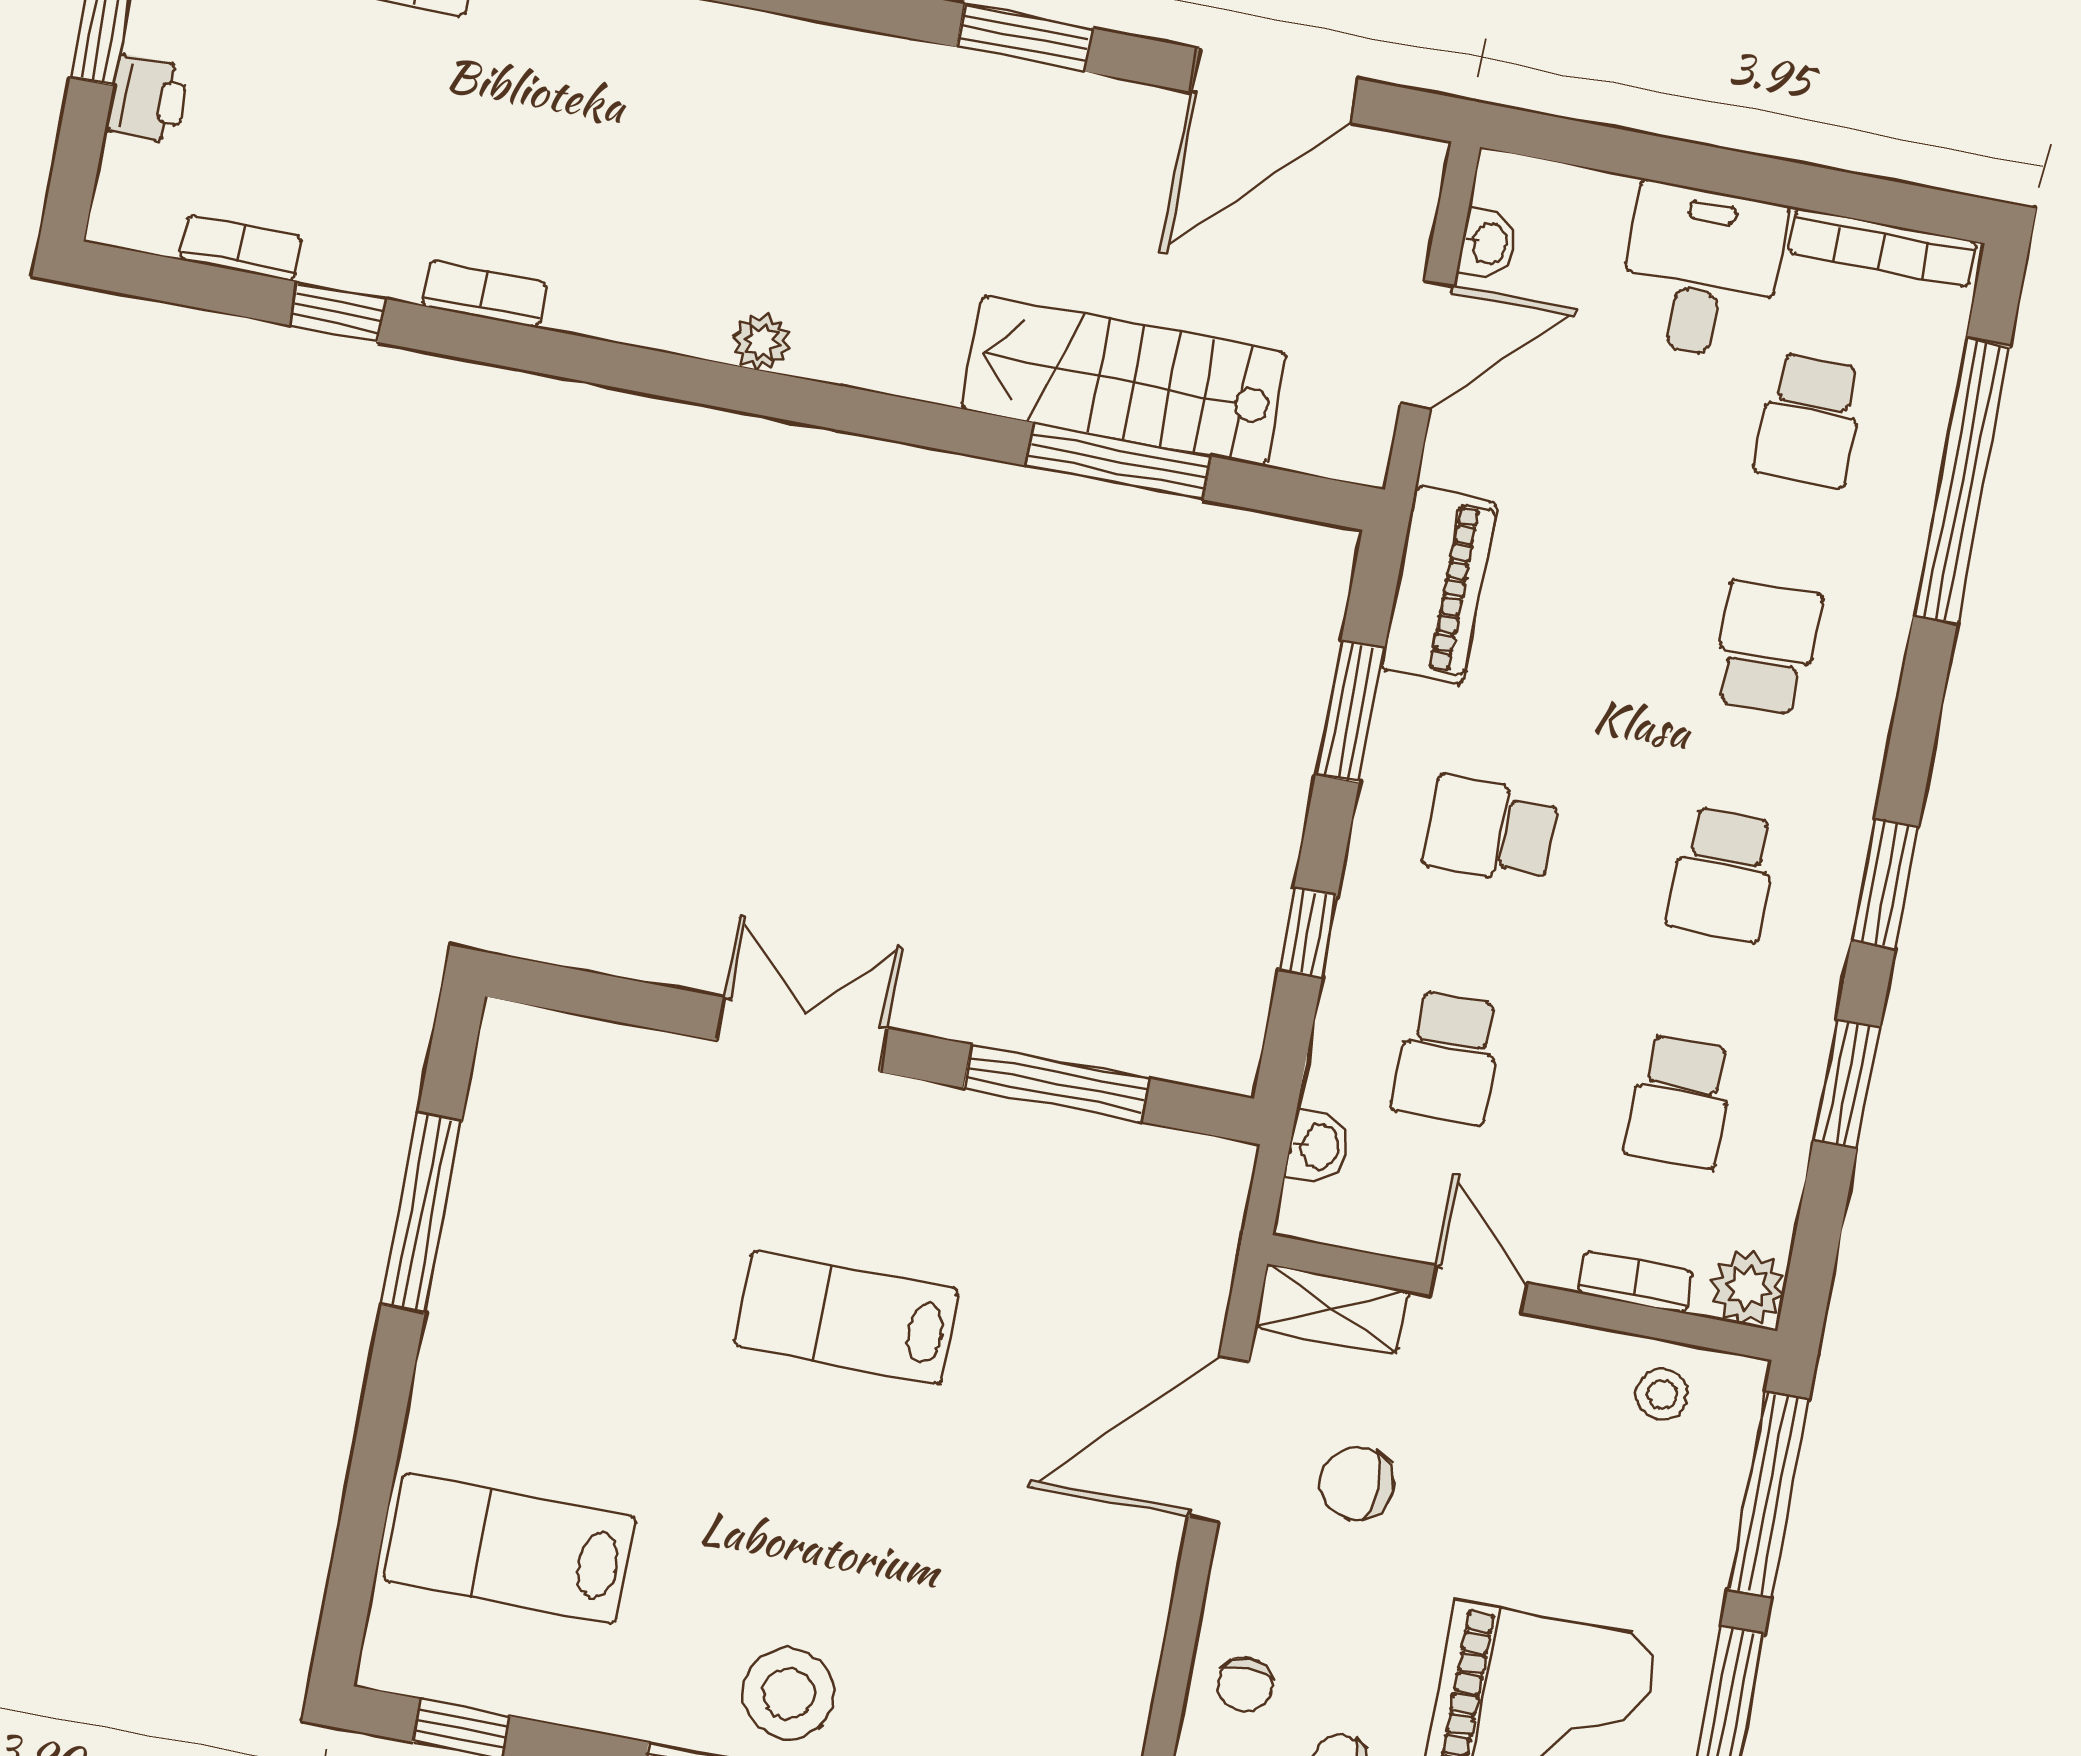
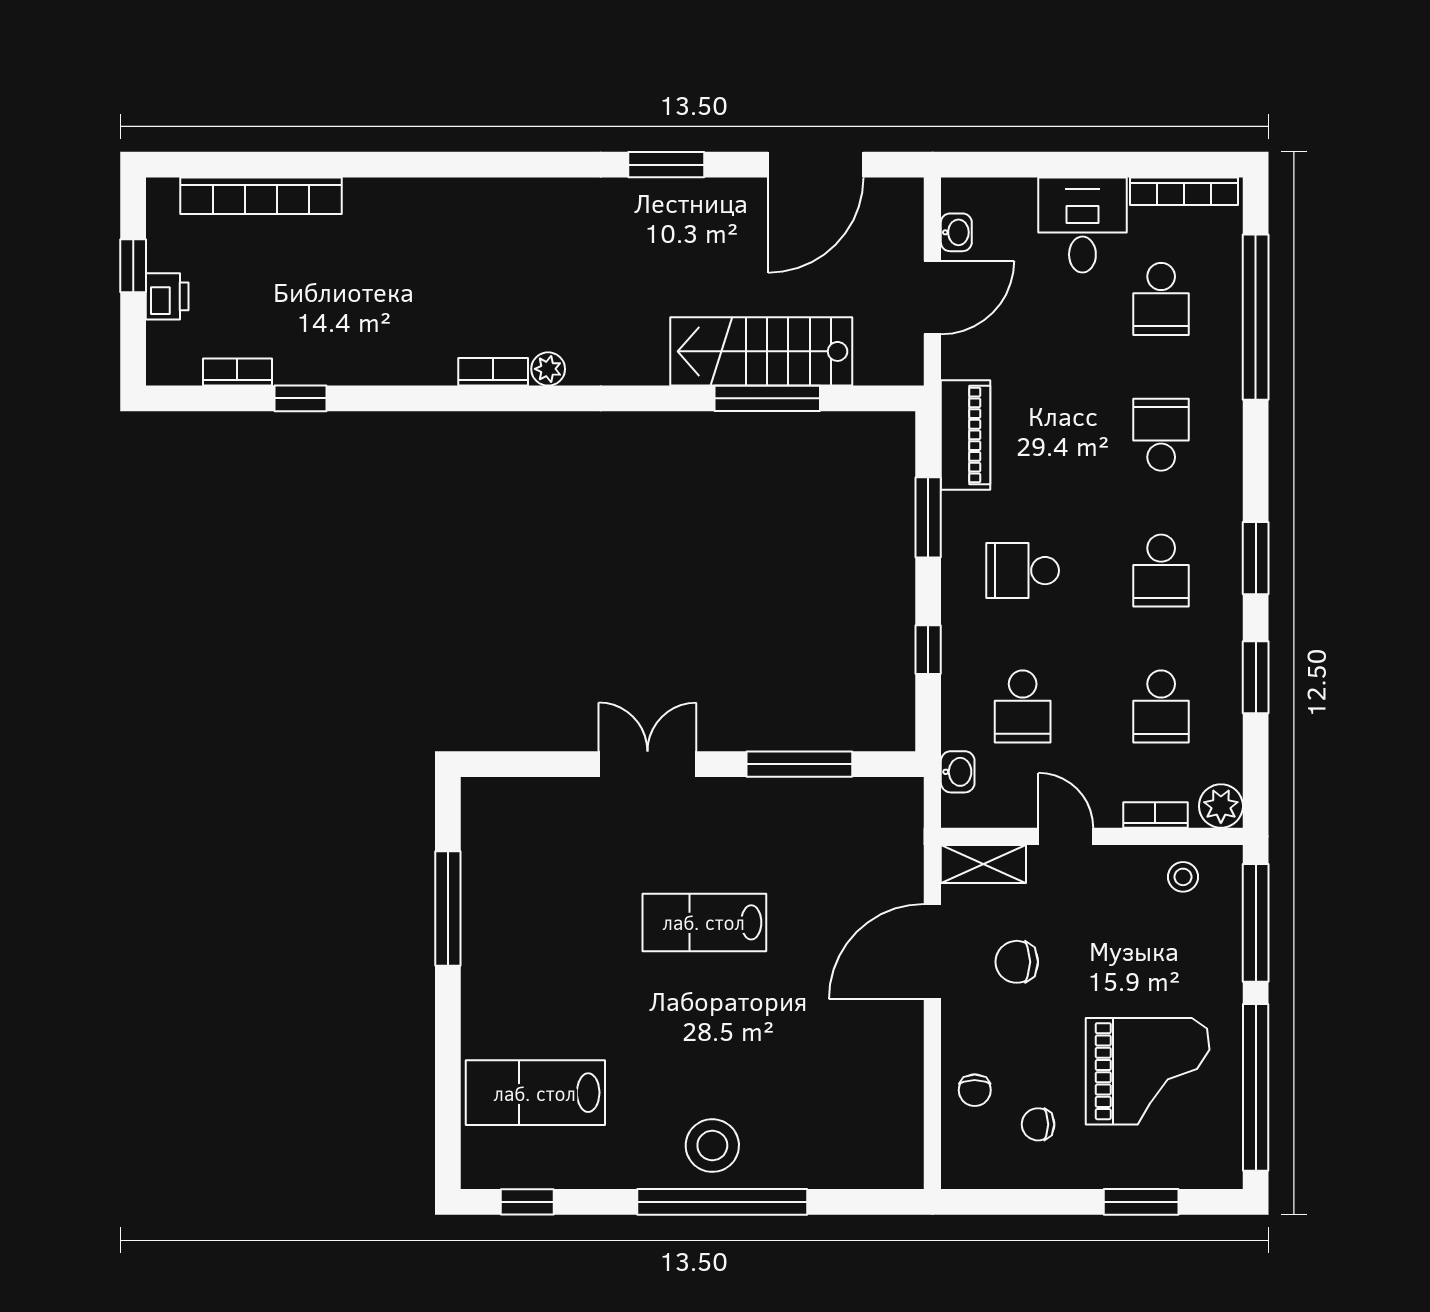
bookcase: (484, 294) -> (493, 372), moved

